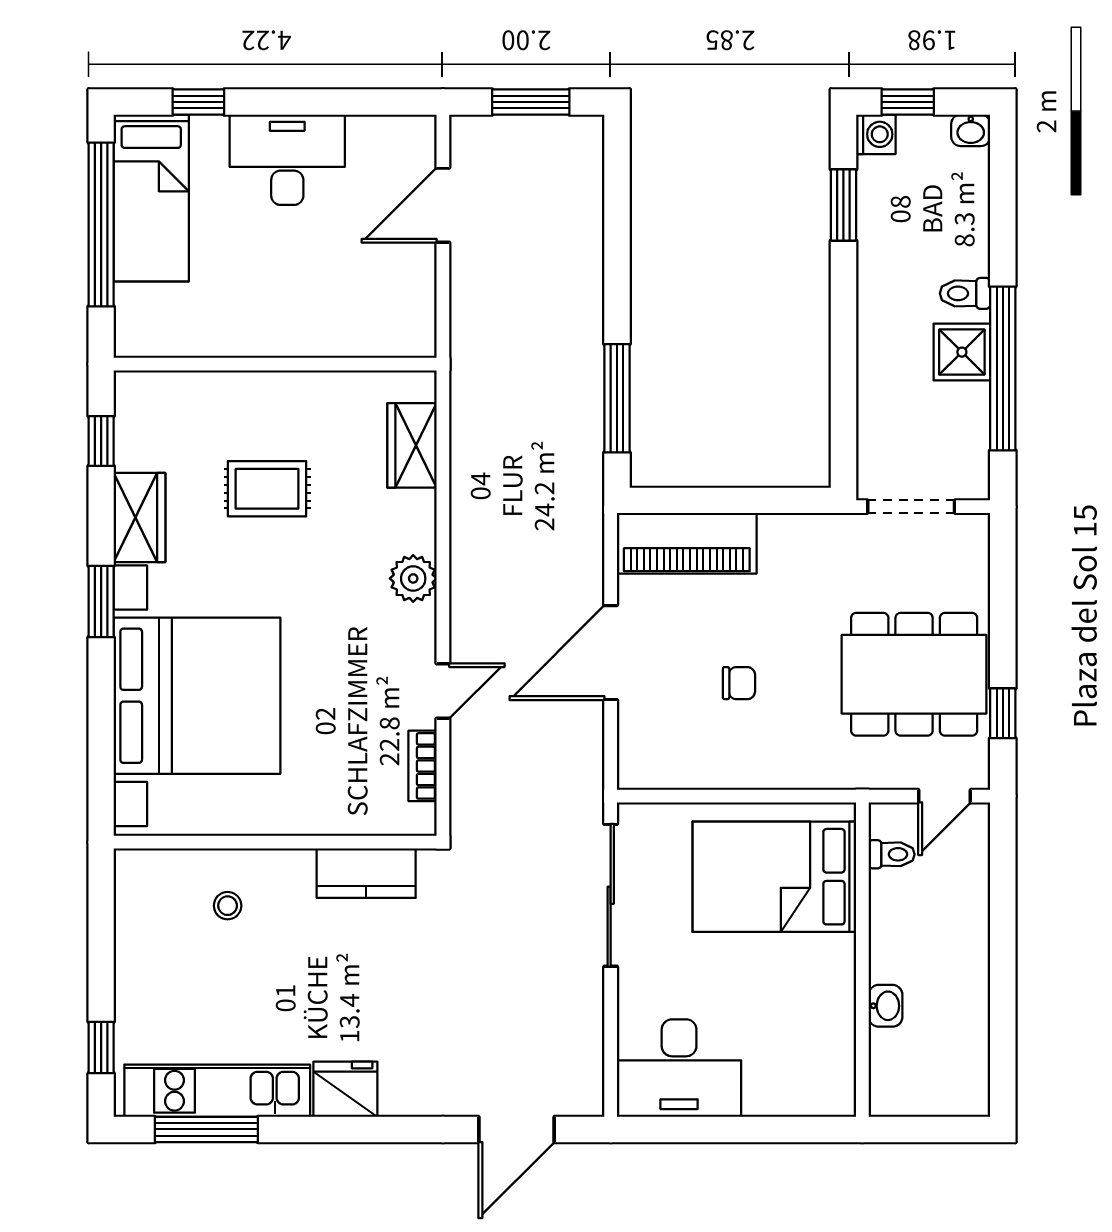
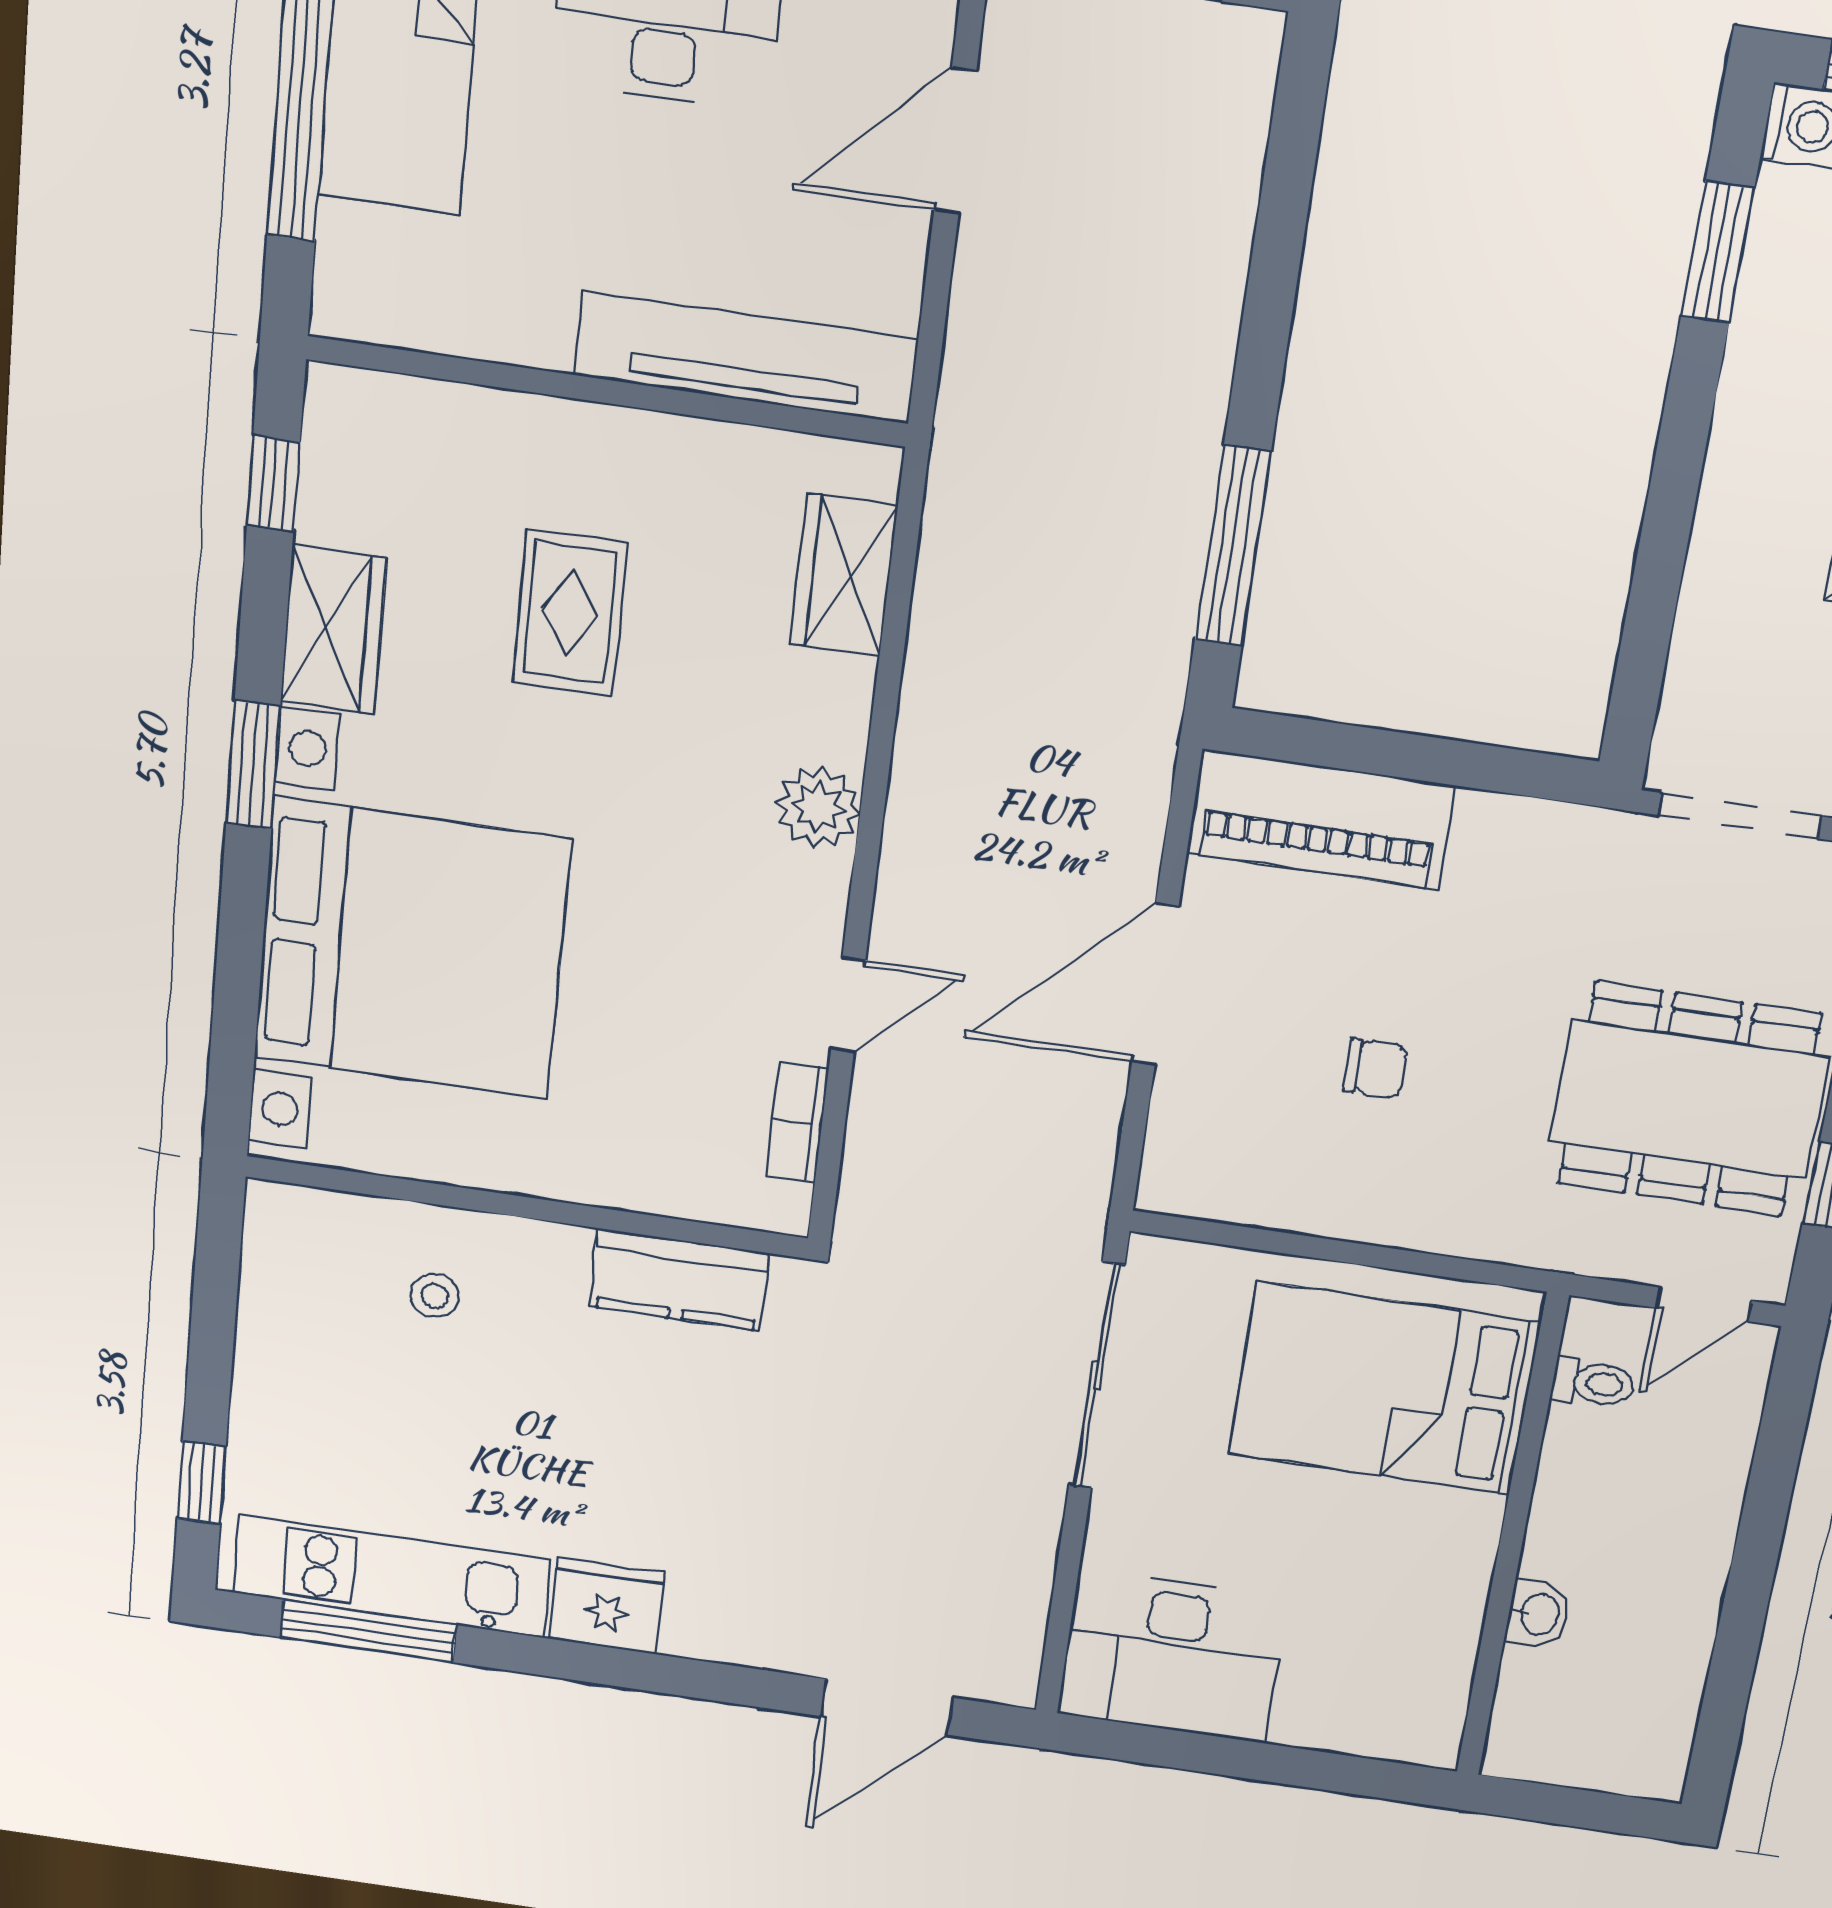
tv unit: (347, 335) -> (746, 357), added
rug: (267, 489) -> (570, 613), turned 90

